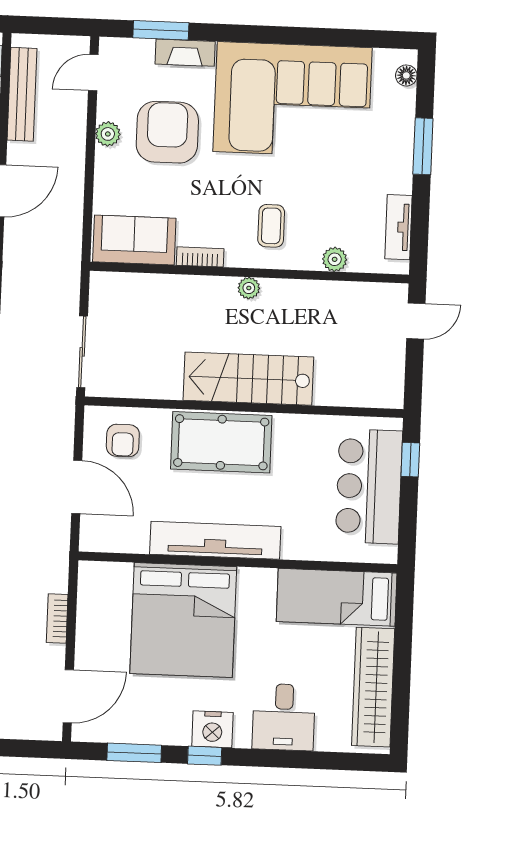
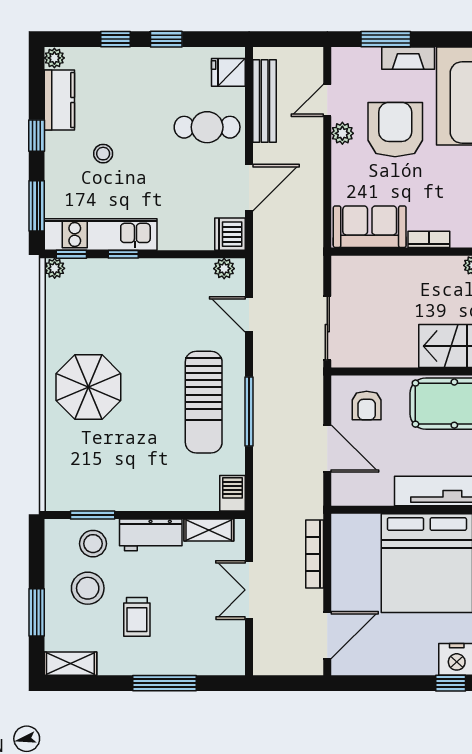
door: (93, 73) -> (327, 100), moved
bookcase: (57, 619) -> (315, 554), width x1.56
window: (134, 753) -> (388, 683), removed

